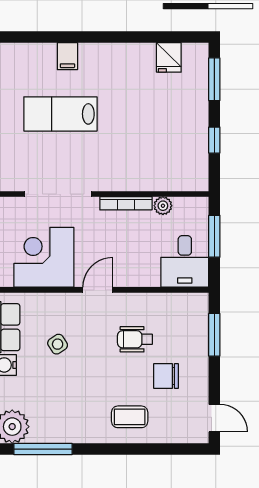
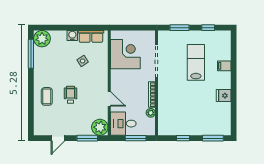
fridge: (169, 57) -> (224, 96), moved
door: (98, 290) -> (109, 99), moved
plant: (192, 309) -> (100, 127), added
wheelchair: (135, 339) -> (71, 95), moved
chair: (166, 376) -> (67, 114), removed
door: (214, 418) -> (58, 138), moved

